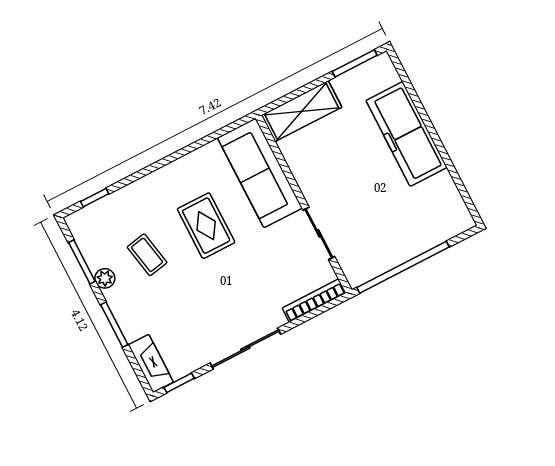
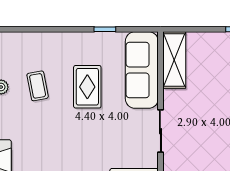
shelving: (302, 111) -> (174, 60), moved, turned 90
window: (95, 198) -> (105, 29), moved

